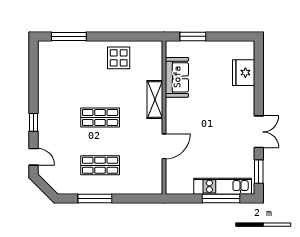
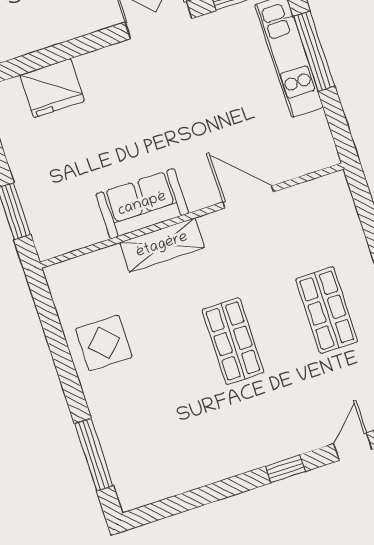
sofa: (177, 77) -> (142, 204), moved

